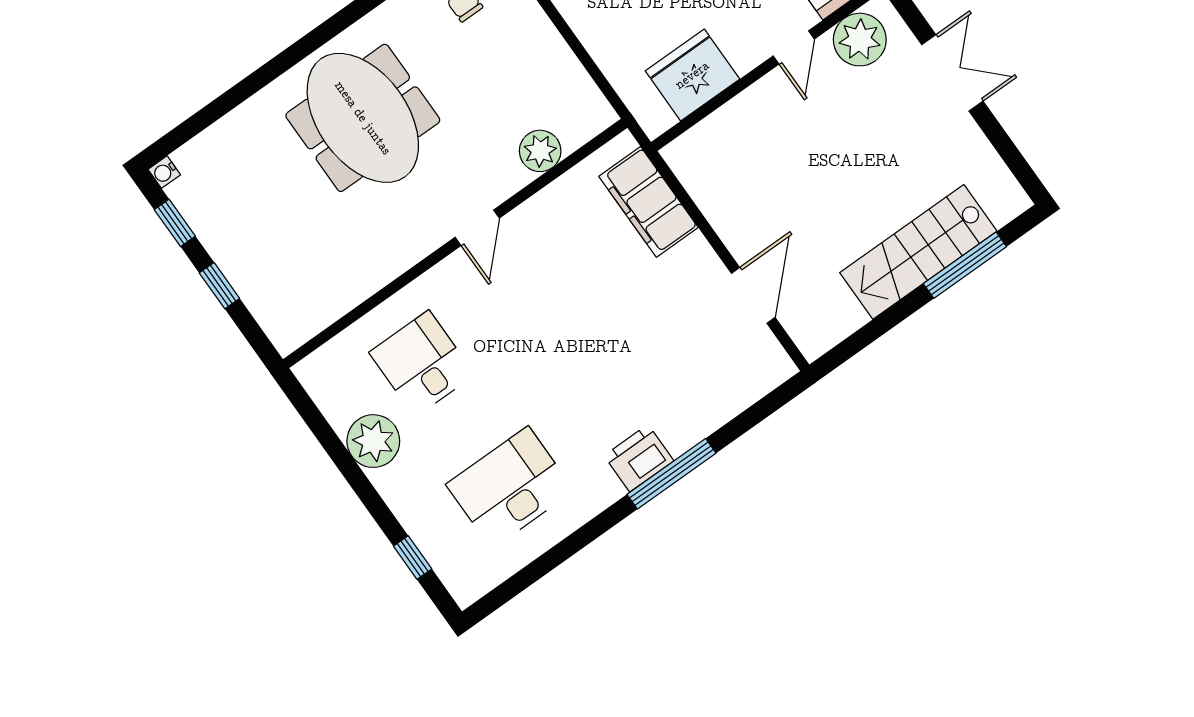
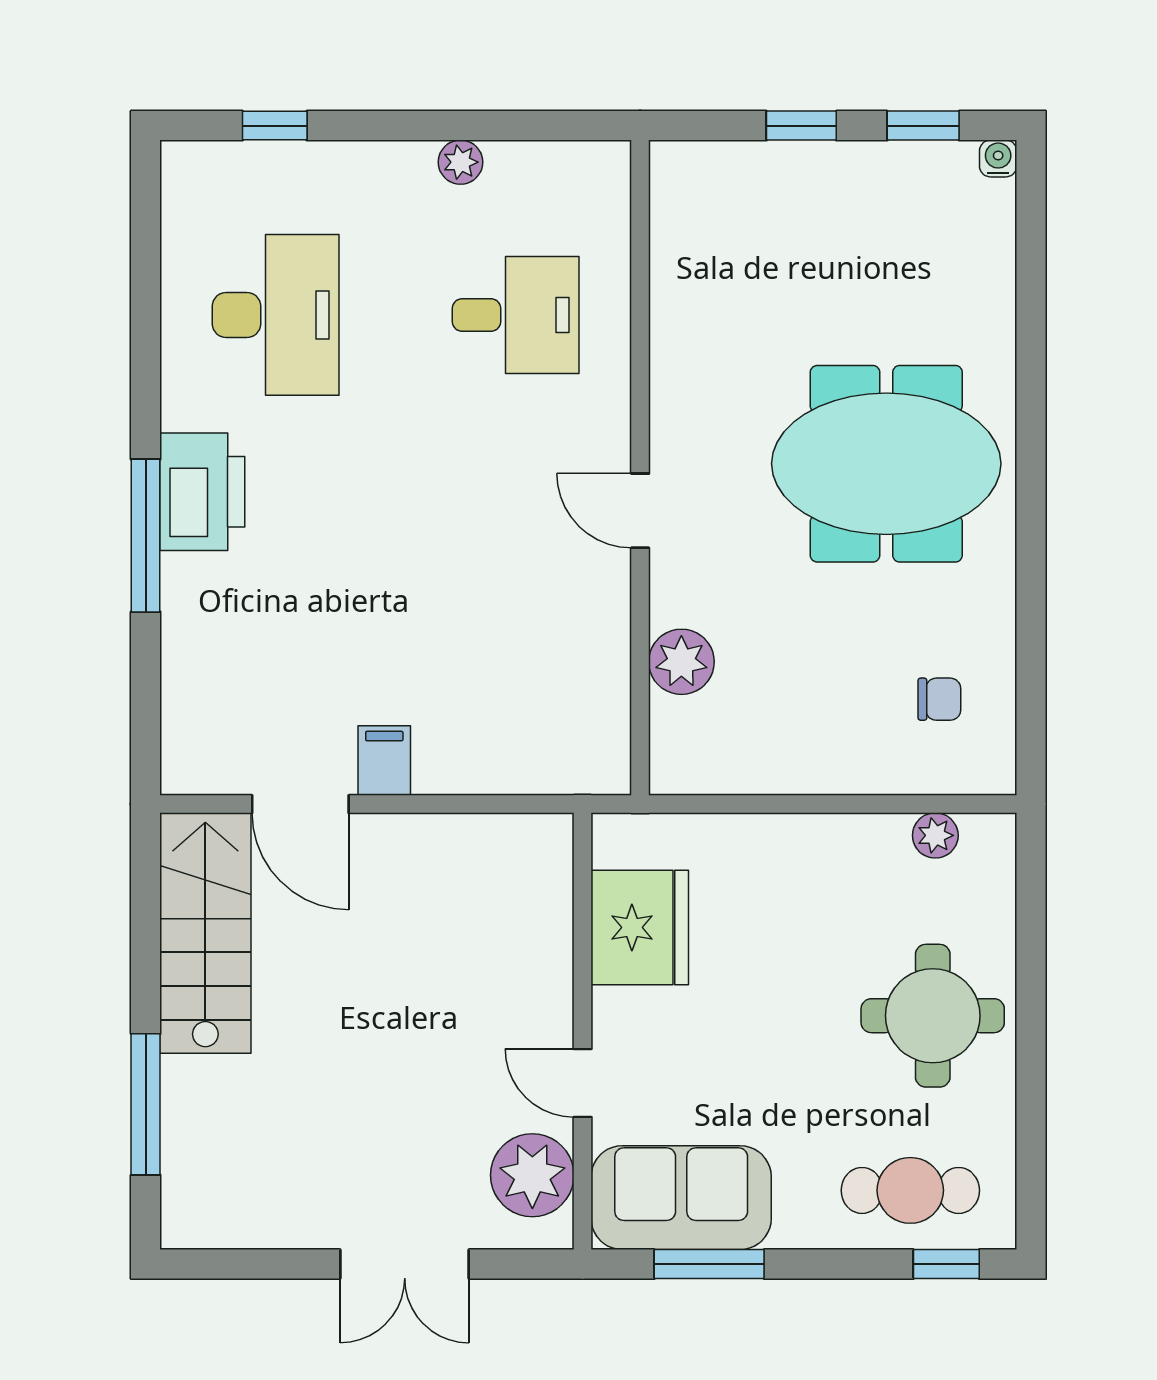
filing cabinet: (648, 202) -> (384, 761), moved, width x0.33, depth x0.86
stairs: (918, 252) -> (205, 933), moved
plant: (373, 441) -> (461, 162), width x0.53, depth x0.53
printer: (639, 458) -> (202, 492), width x1.37, depth x1.19

